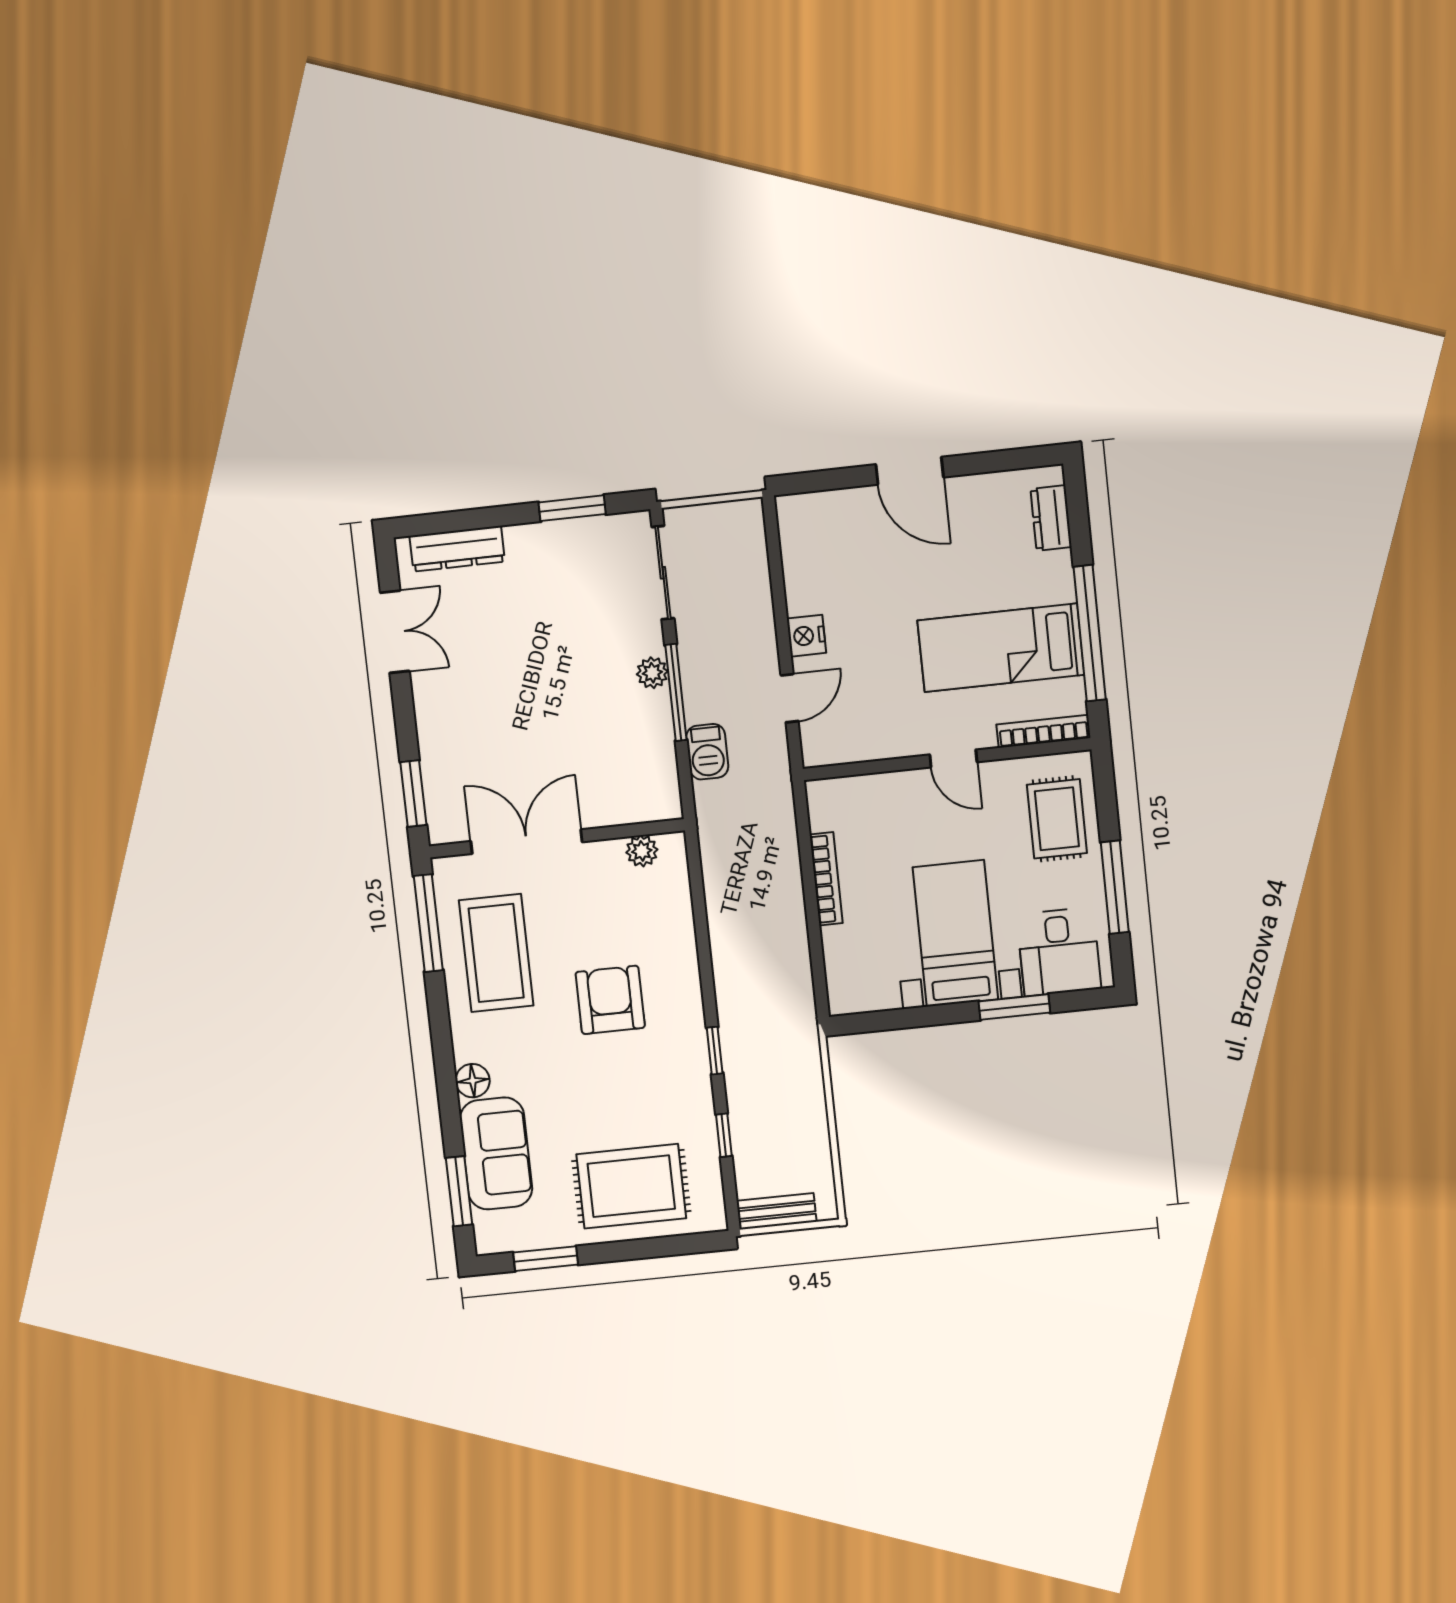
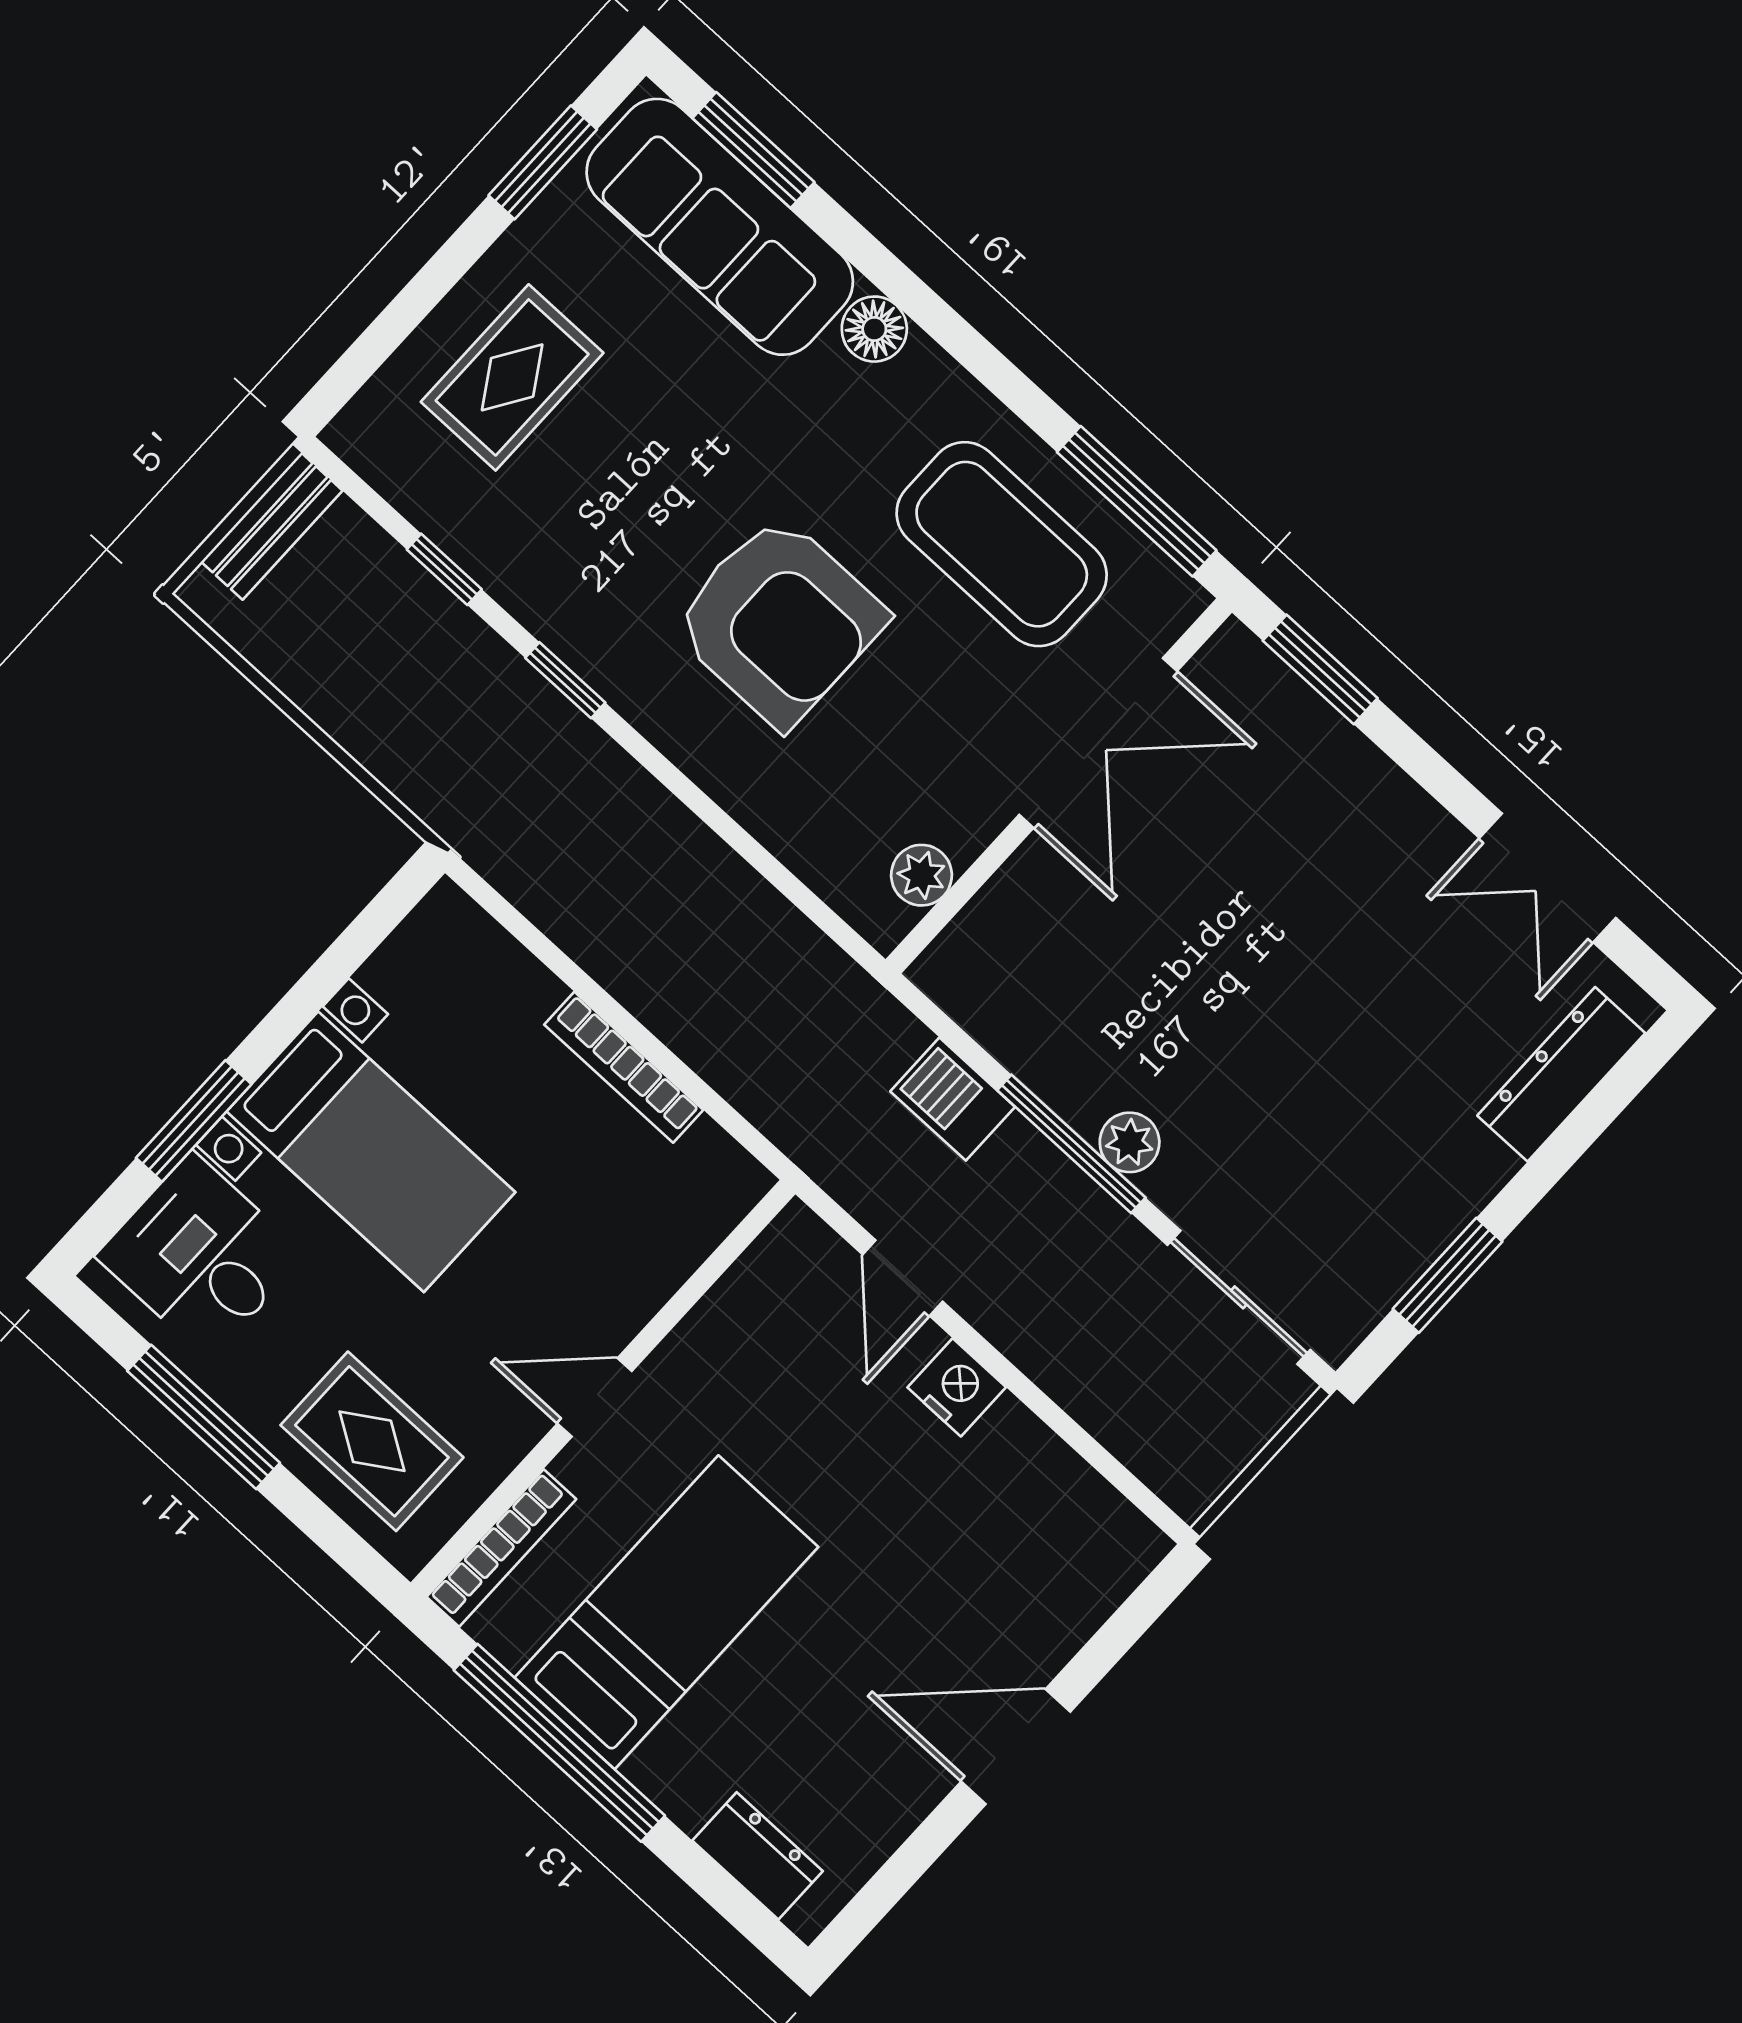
armchair: (610, 1000) -> (779, 621), width x1.36, depth x1.36
sofa: (496, 1153) -> (720, 227), width x1.36
rug: (631, 1186) -> (512, 377), width x0.73, depth x0.70

